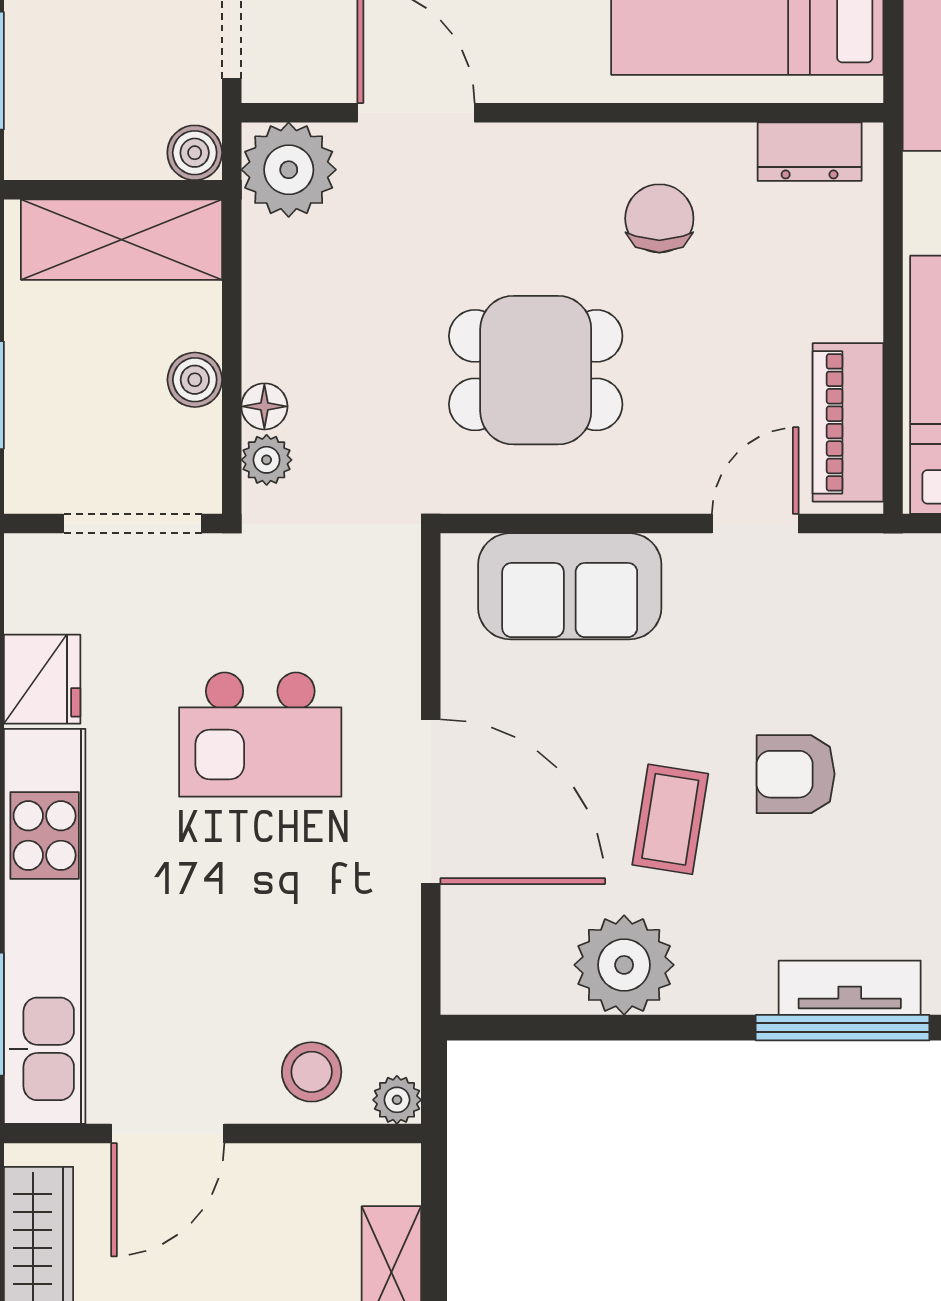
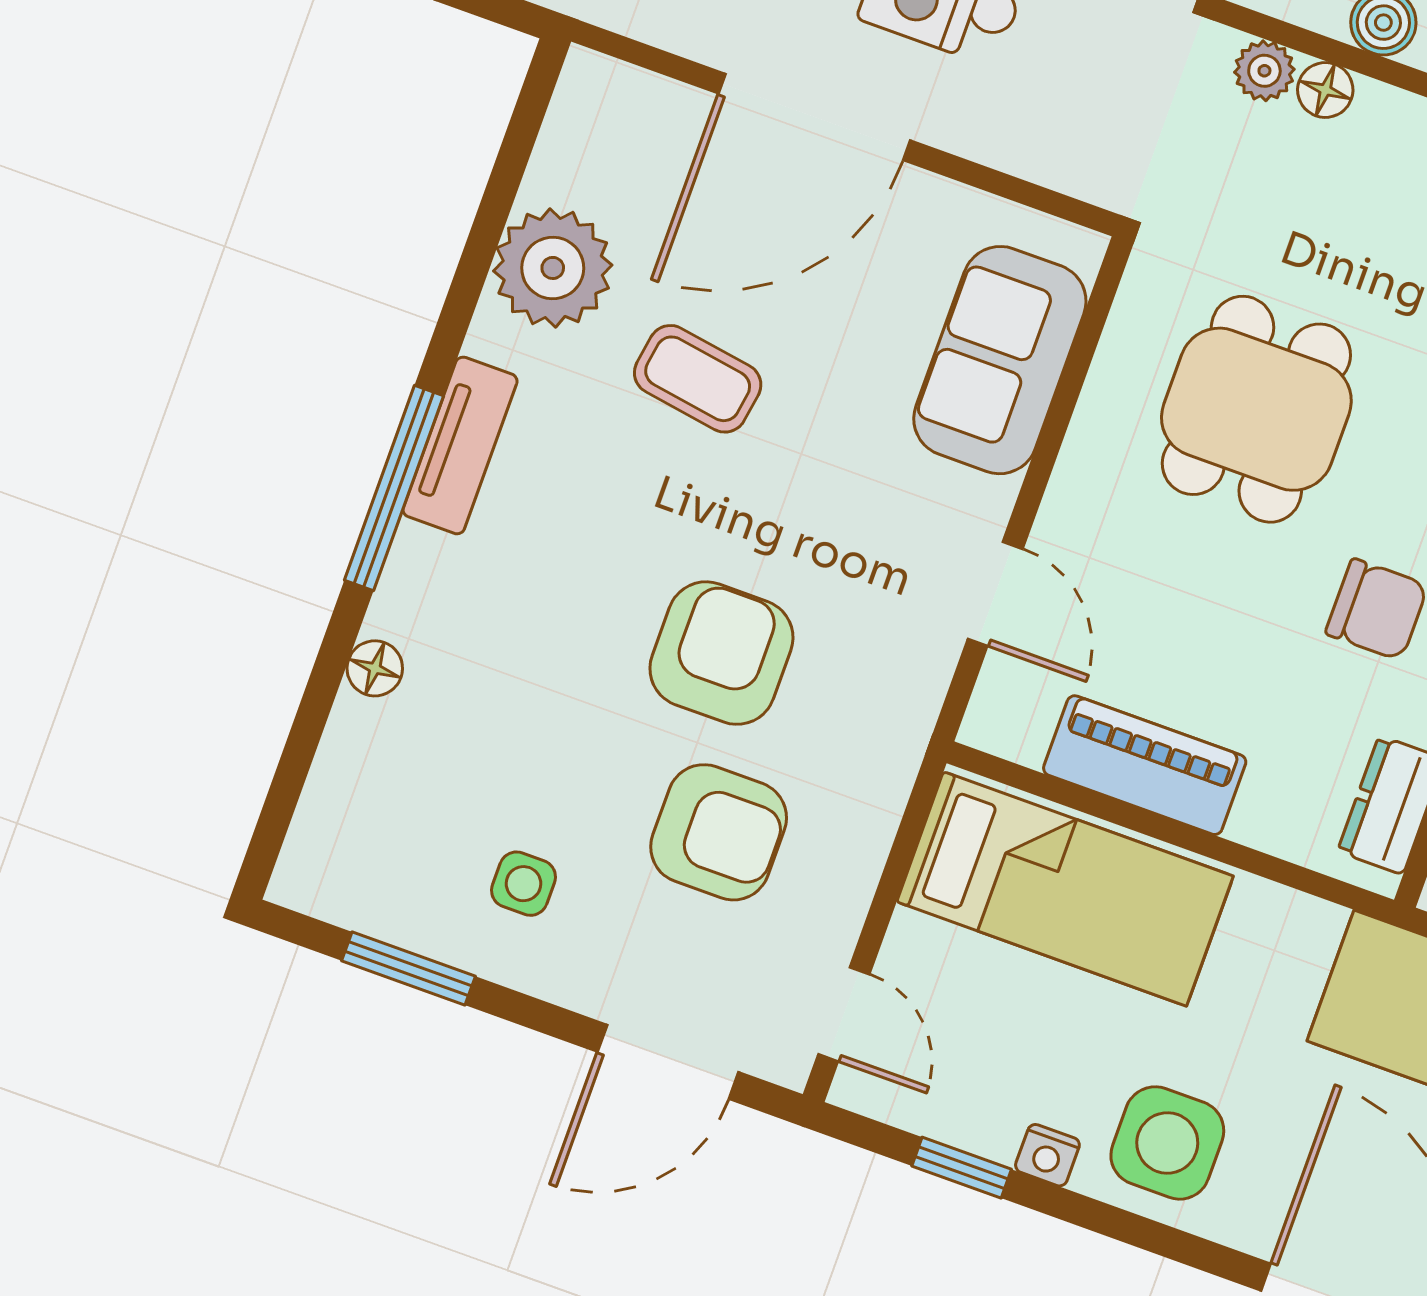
piano: (848, 422) -> (1145, 765), moved
armchair: (796, 774) -> (721, 653), moved, width x1.38, depth x1.38
tv unit: (850, 988) -> (460, 445), moved

